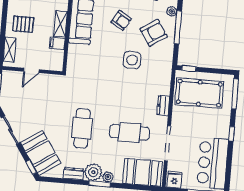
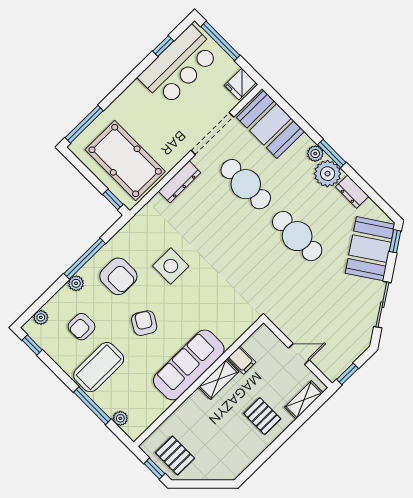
armchair: (154, 33) -> (118, 276), turned -147
dresser: (163, 106) -> (180, 182), width x1.44
cafe table: (82, 128) -> (297, 236), turned 90
window: (232, 134) -> (163, 46), moved

